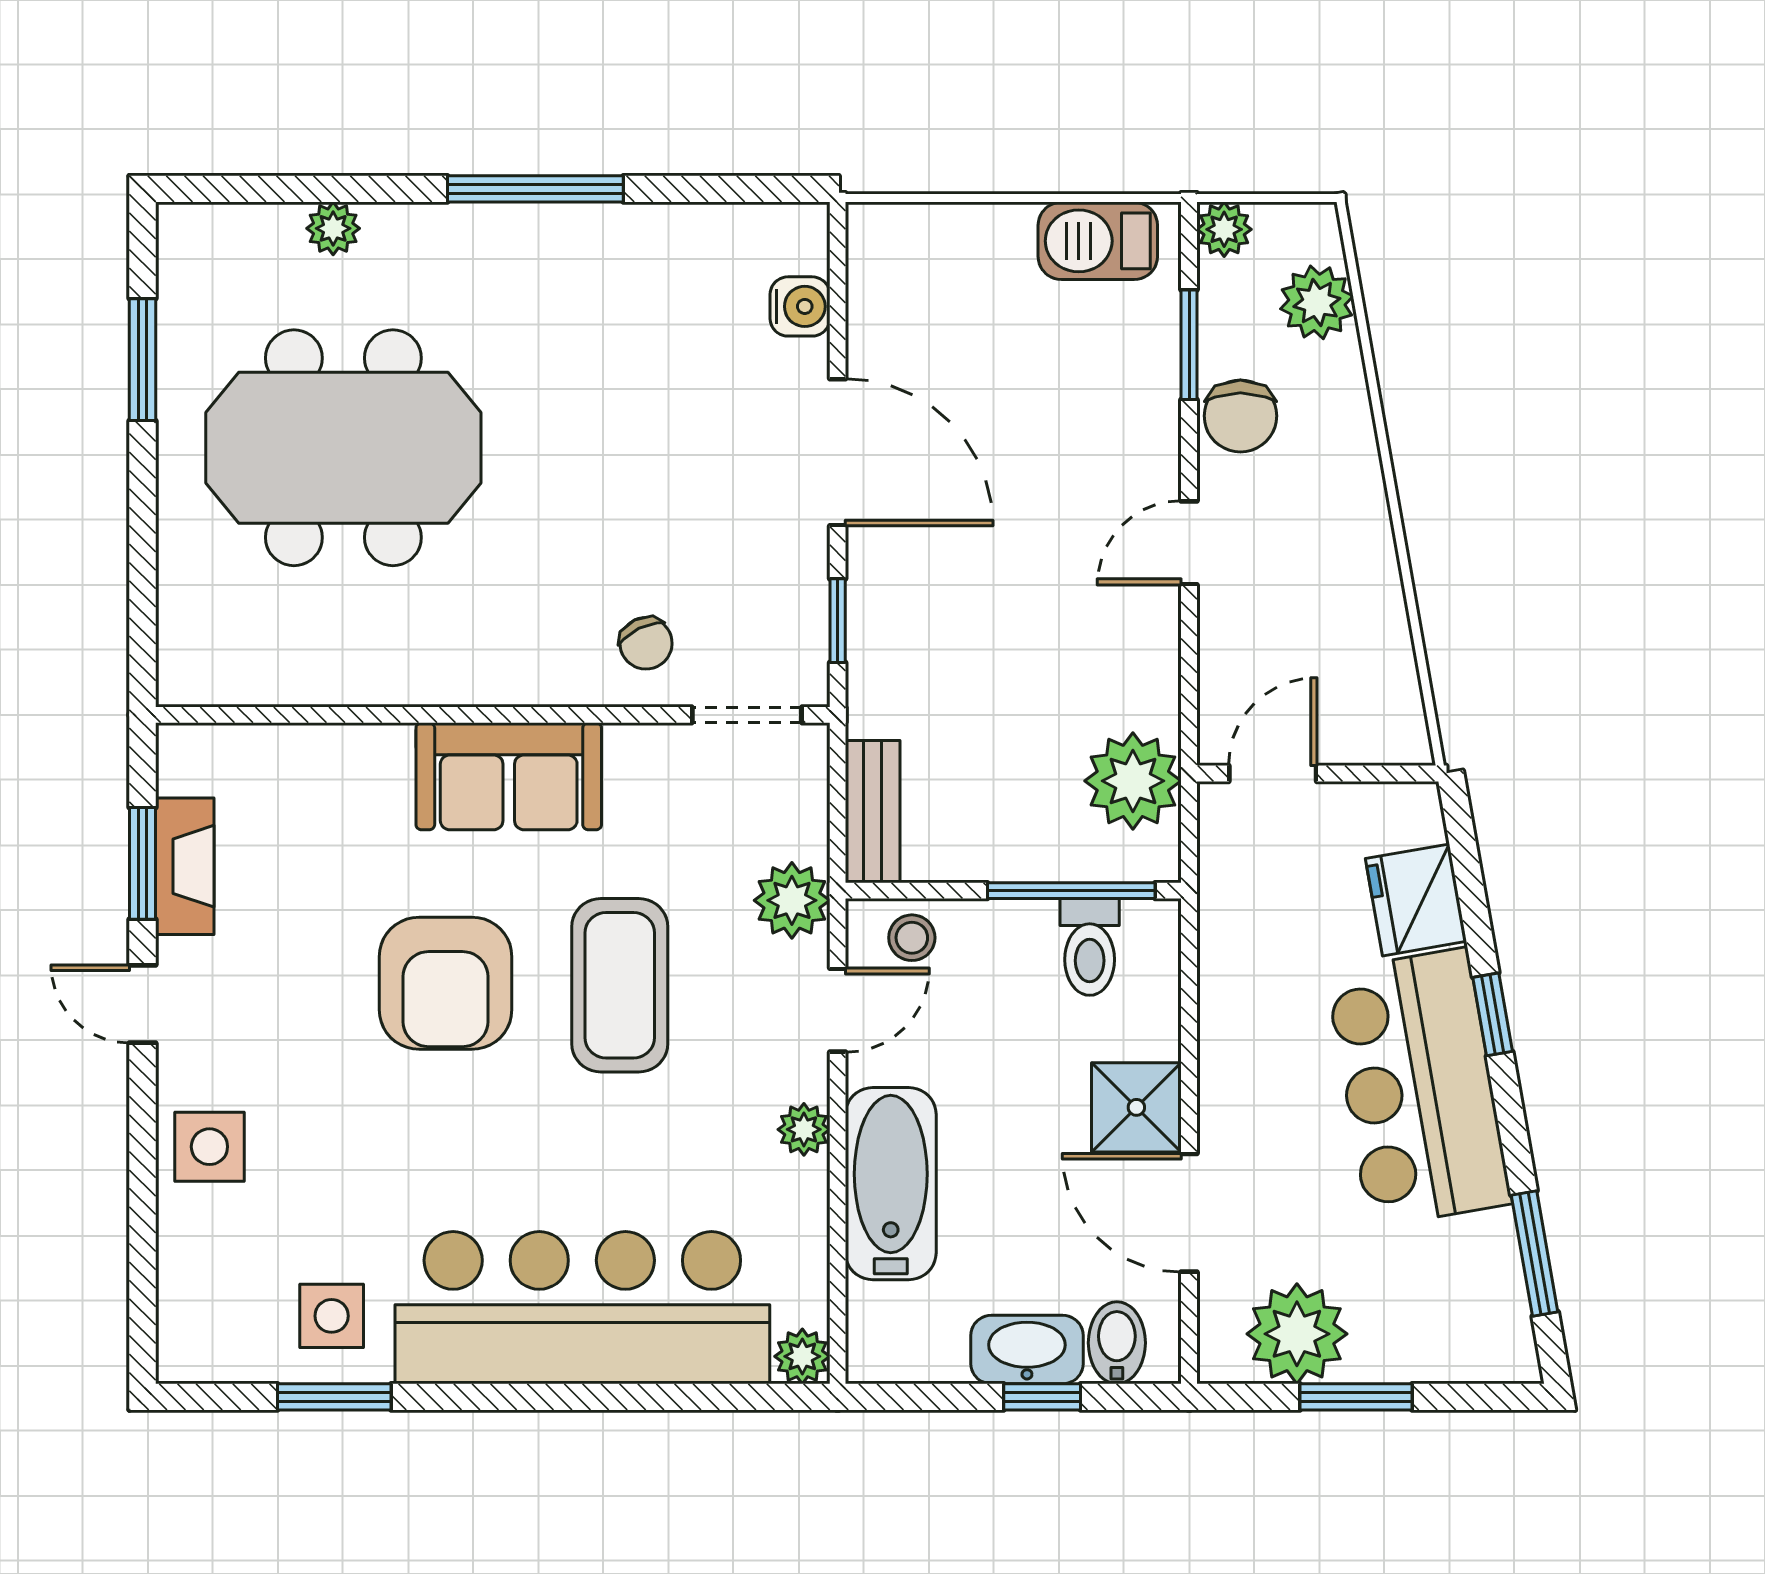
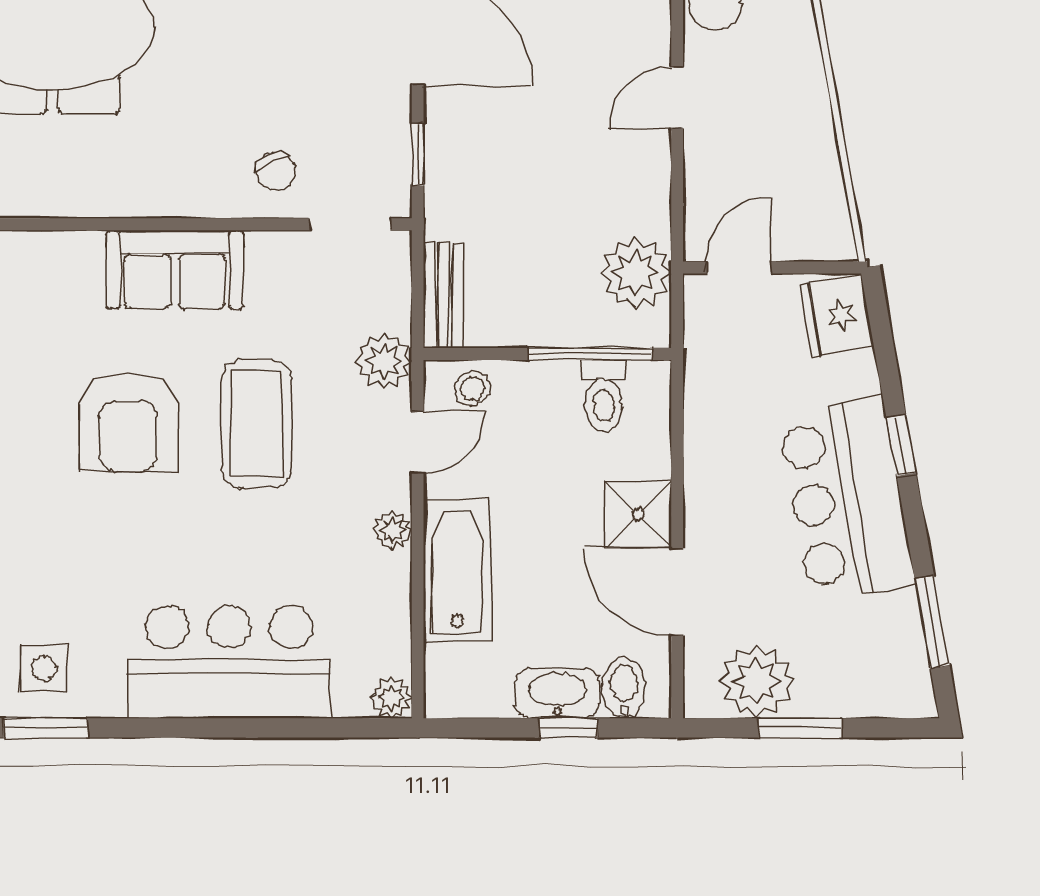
fridge: (1416, 900) -> (837, 316), moved
bar counter: (582, 1308) -> (229, 662), width x0.73

